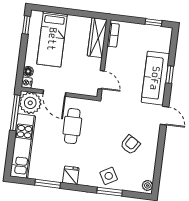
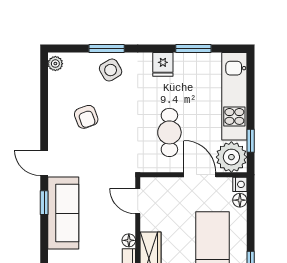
floor lamp: (111, 53) -> (129, 240), added
window: (170, 75) -> (44, 203), moved
window: (15, 113) -> (251, 141), width x0.46
armchair: (130, 145) -> (86, 117), turned -52

